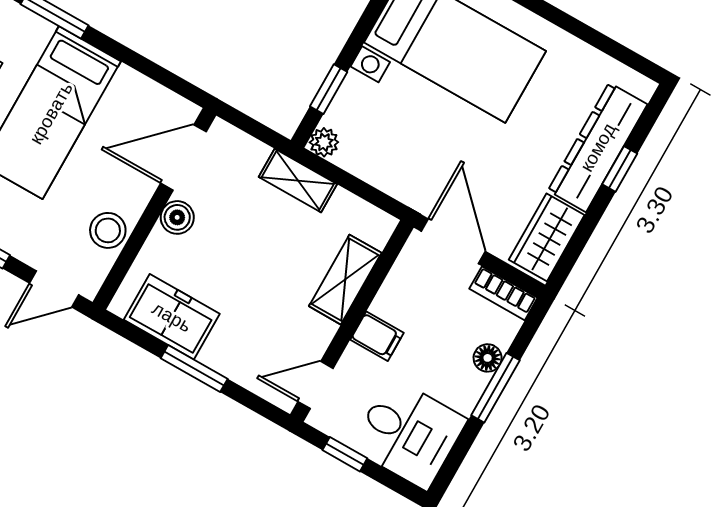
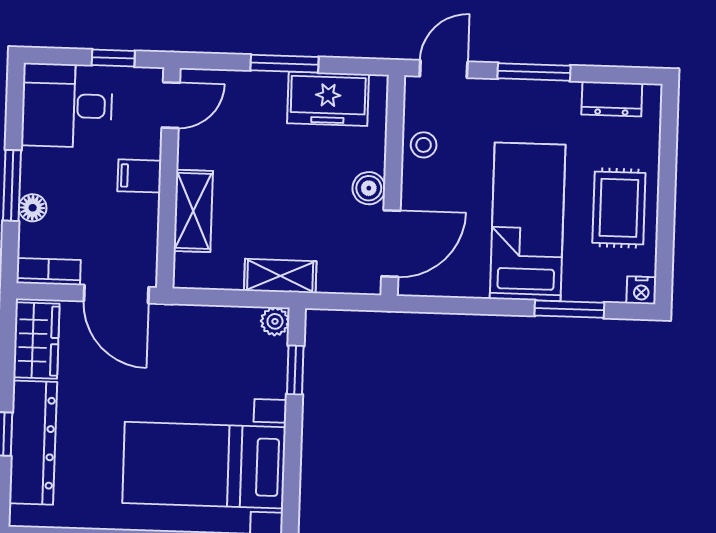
stool: (108, 230) -> (424, 145), width x0.73, depth x0.73

